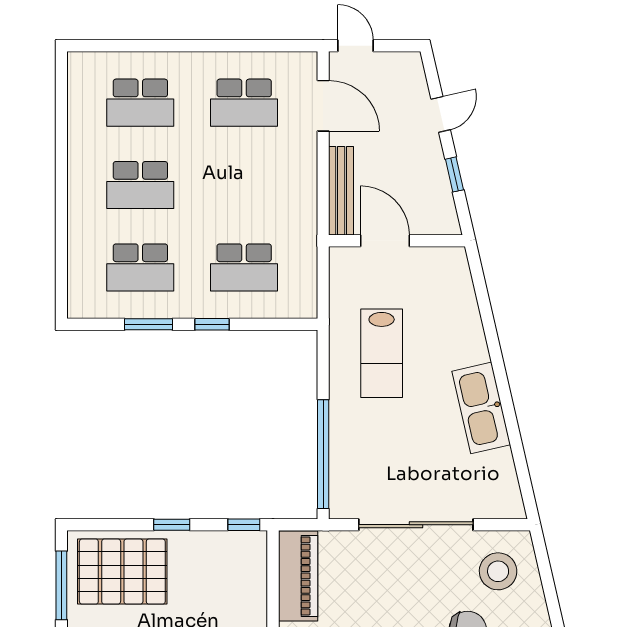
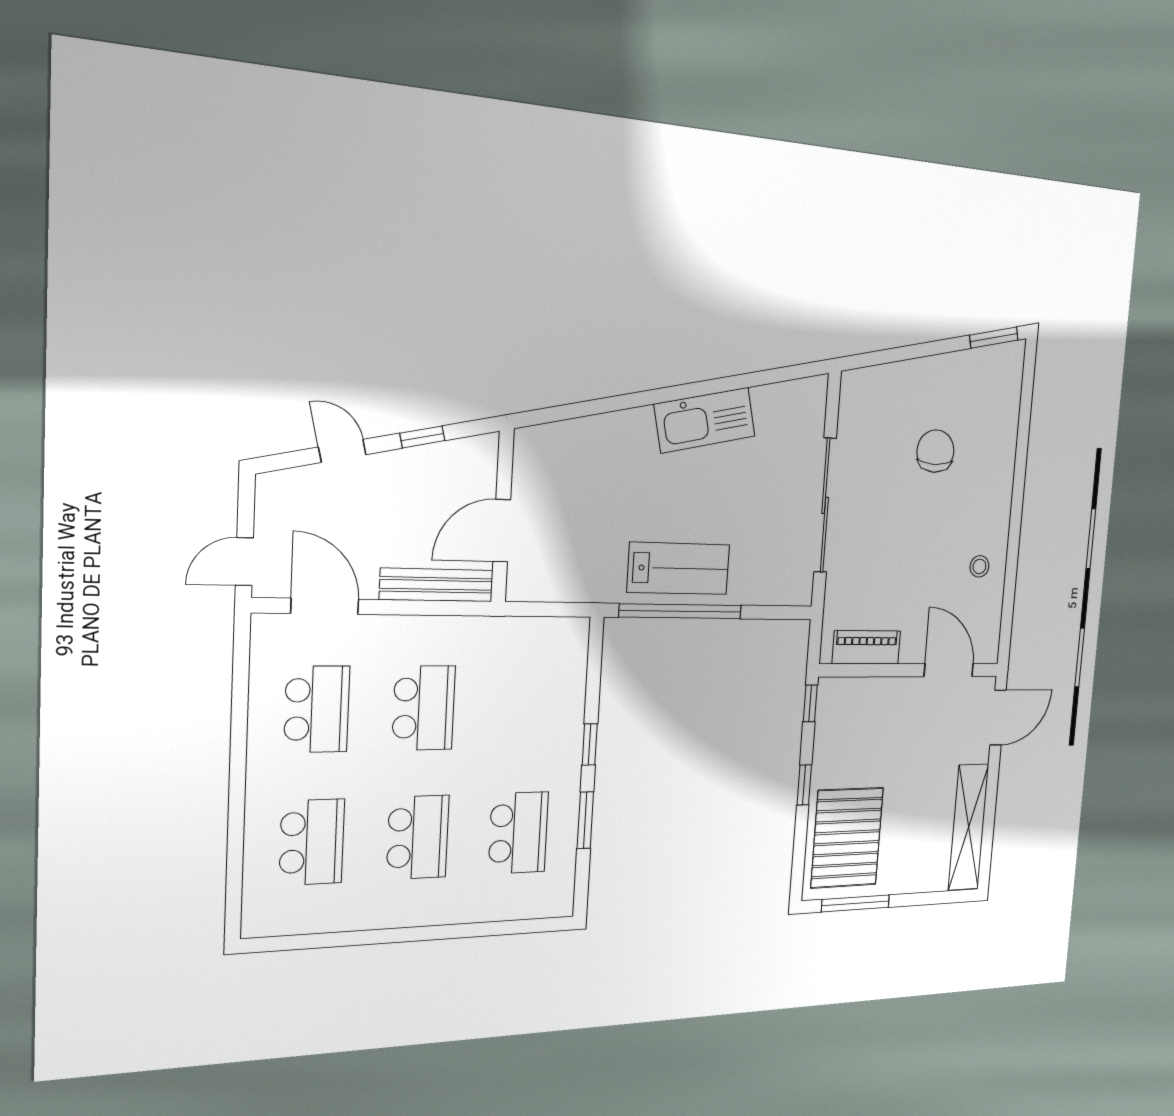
door: (323, 106) -> (325, 606), hinge flipped
school desk: (244, 267) -> (424, 708), moved
lab bench: (382, 353) -> (679, 568), moved
window: (323, 454) -> (681, 611), moved
stool: (498, 571) -> (880, 412), removed
piano: (298, 576) -> (866, 647), width x0.73, depth x0.75

